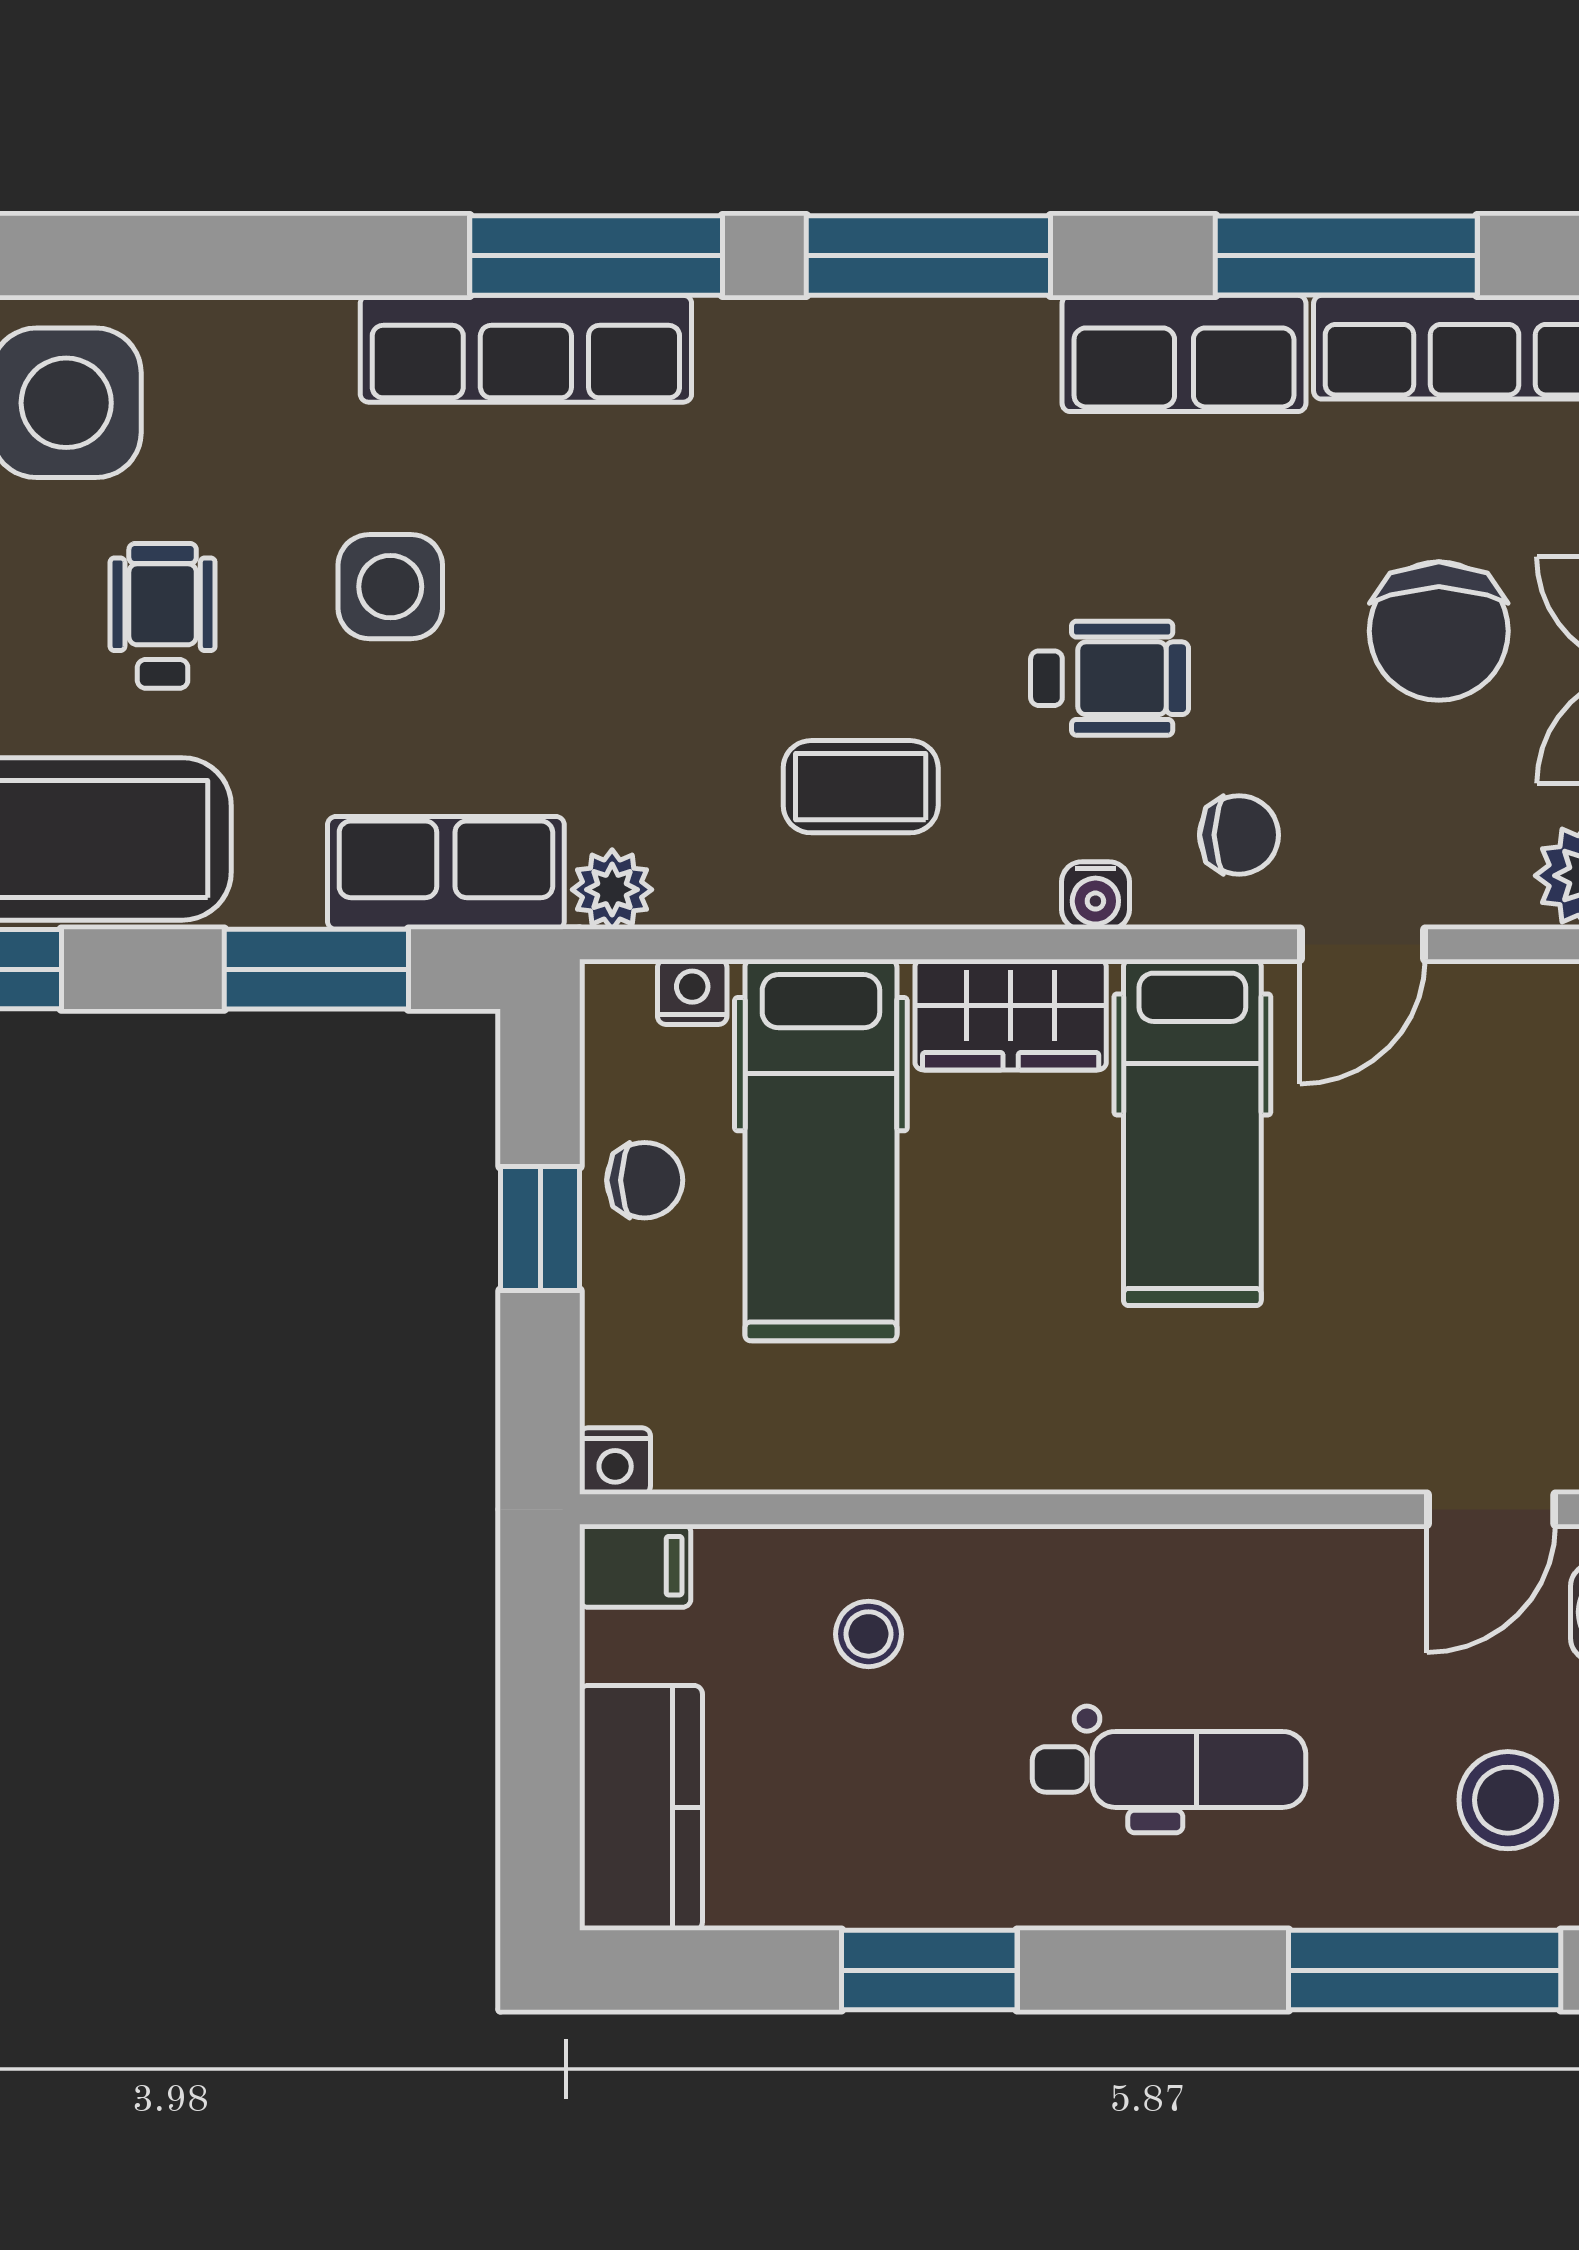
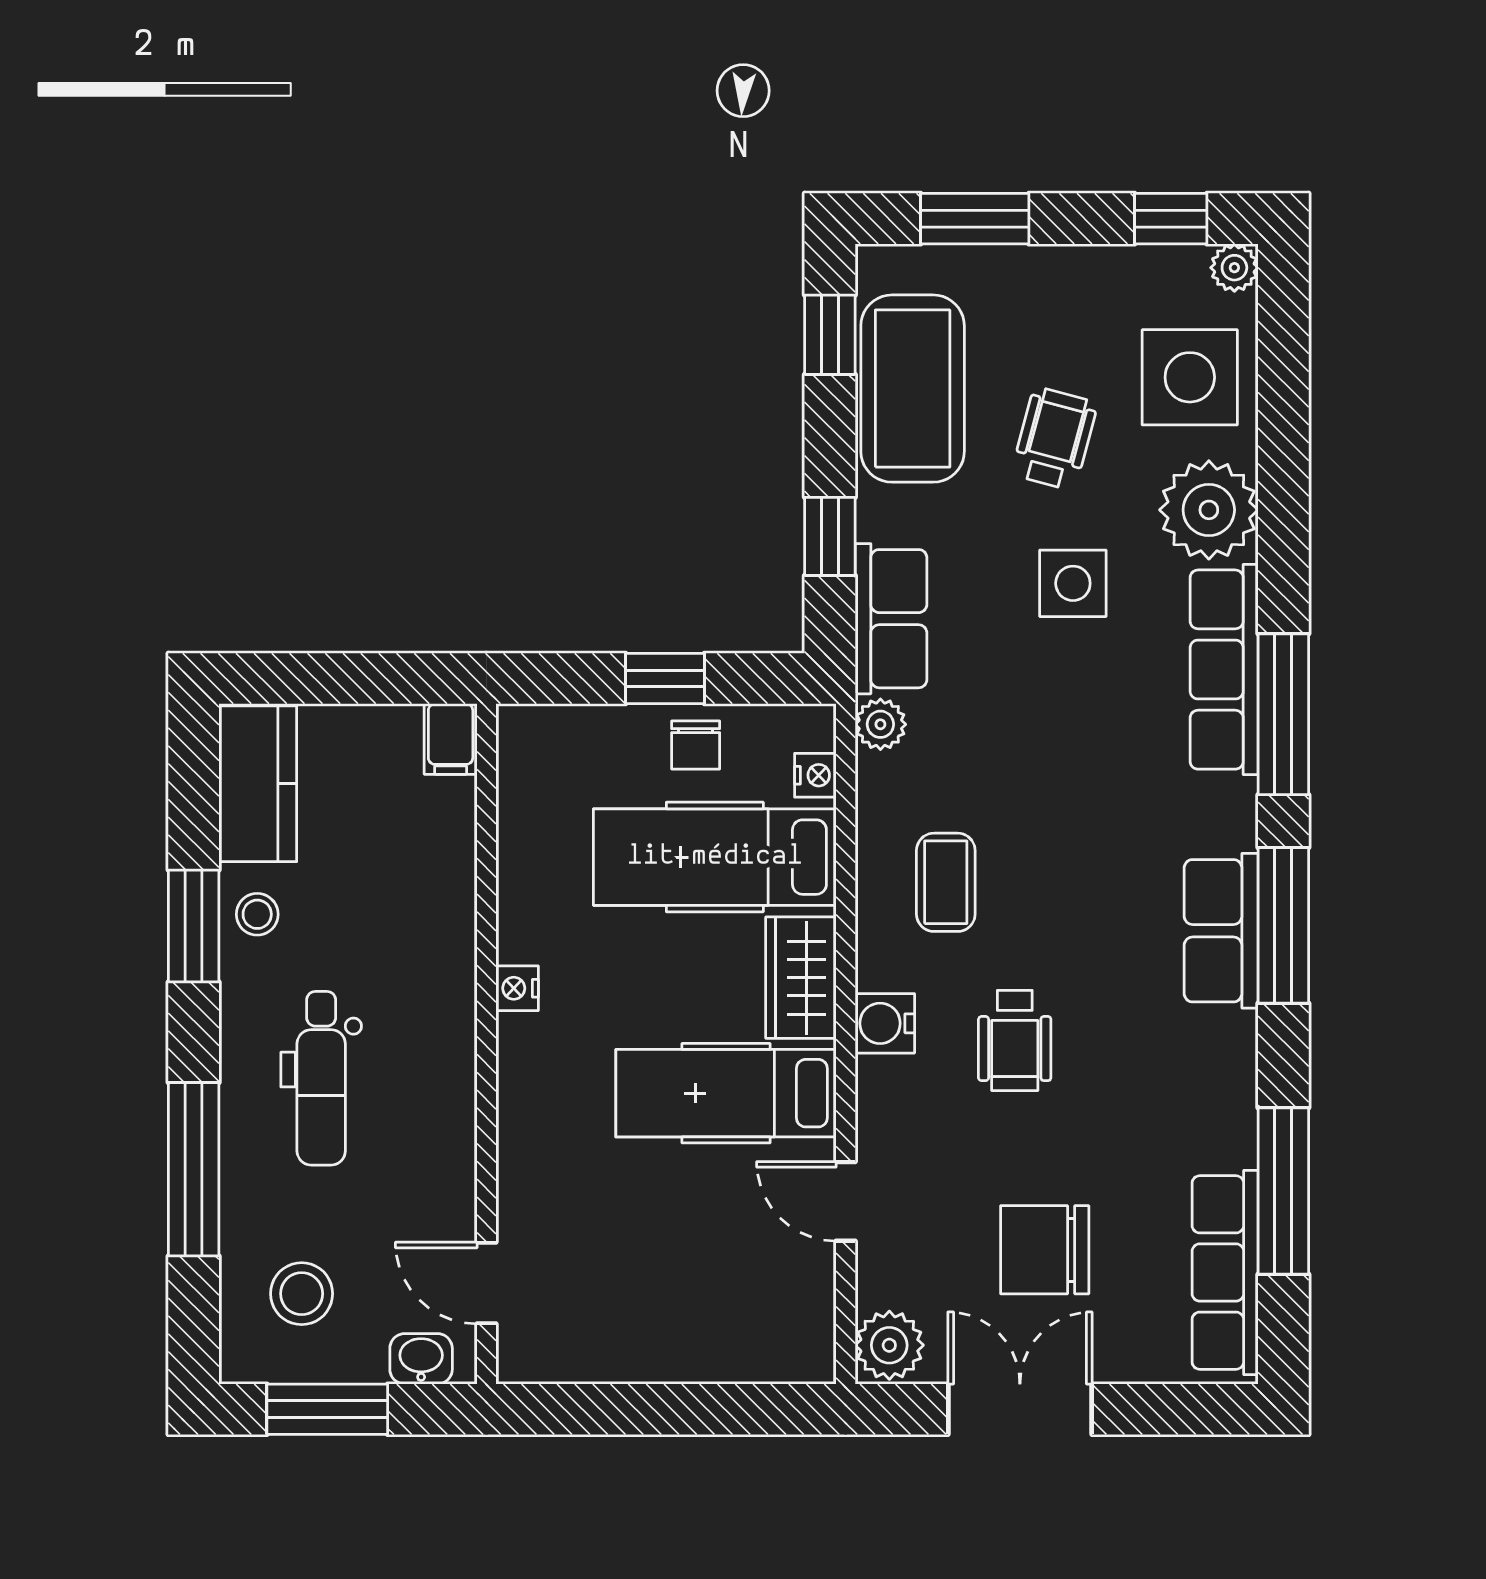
row of seats: (1184, 353) -> (1221, 931), moved
plant: (275, 373) -> (1209, 510), added
wheelchair: (163, 616) -> (1054, 439), turned -75
chair: (1239, 835) -> (915, 1123), removed
water cooler: (1095, 896) -> (885, 1023), width x1.38, depth x1.38
window: (316, 969) -> (830, 536), width x0.67
nightstand: (615, 1461) -> (517, 988), moved
stool: (869, 1634) -> (257, 914), moved
kitchen counter: (641, 1808) -> (258, 784), moved, turned -90
window: (1425, 1970) -> (194, 1169), moved

